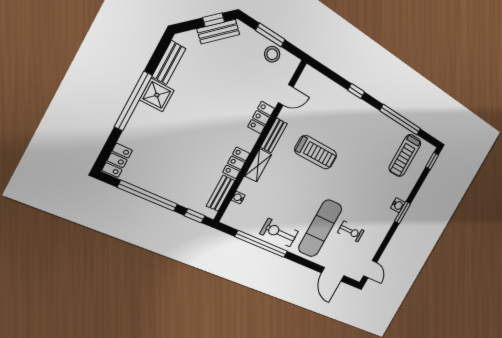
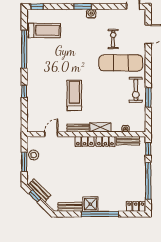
door: (286, 95) -> (51, 134), hinge flipped
locker: (261, 118) -> (85, 141), moved
water cooler: (398, 205) -> (91, 14), moved
window: (262, 244) -> (148, 97), width x0.47

